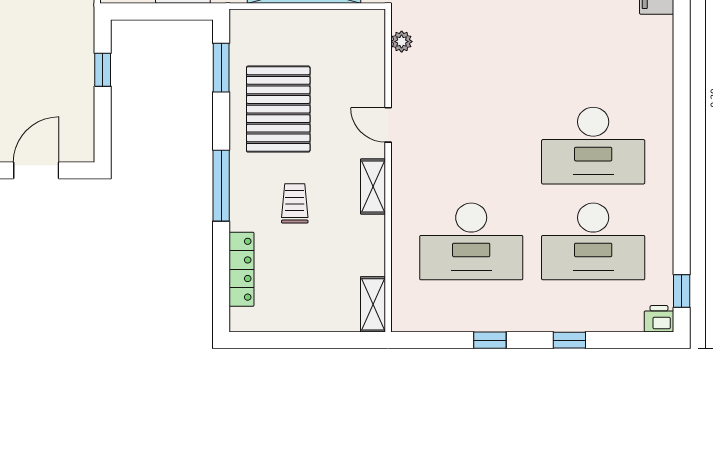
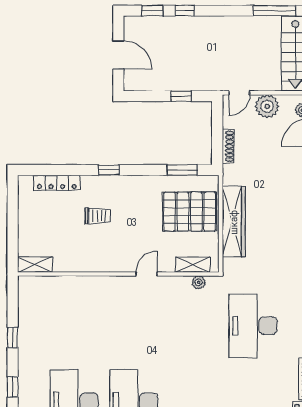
pallet: (278, 109) -> (190, 212), moved
window: (221, 186) -> (109, 170), width x0.46
shelving: (373, 187) -> (193, 265), moved
desk: (471, 241) -> (74, 326), removed

